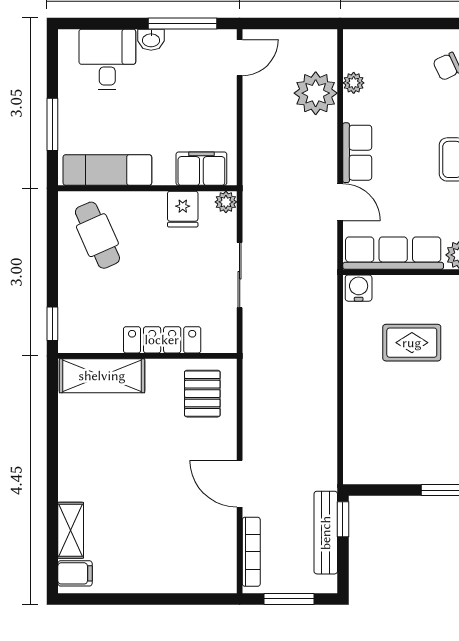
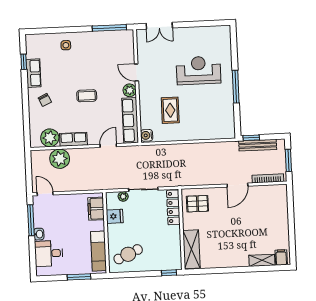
plant: (354, 83) -> (50, 138), width x1.88, depth x1.88
row of seats: (357, 153) -> (73, 139), moved
plant: (226, 202) -> (123, 196), moved
locker: (162, 340) -> (173, 207), moved

